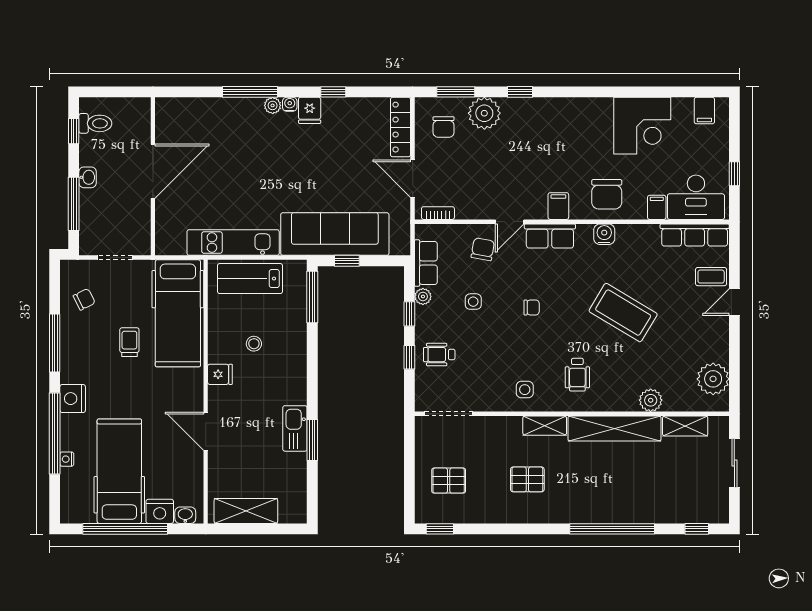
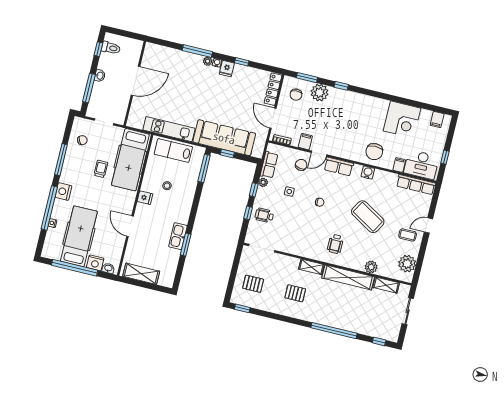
filing cabinet: (558, 206) -> (305, 142), moved
coffee table: (711, 277) -> (408, 235), moved
side table: (525, 390) -> (305, 245), removed

